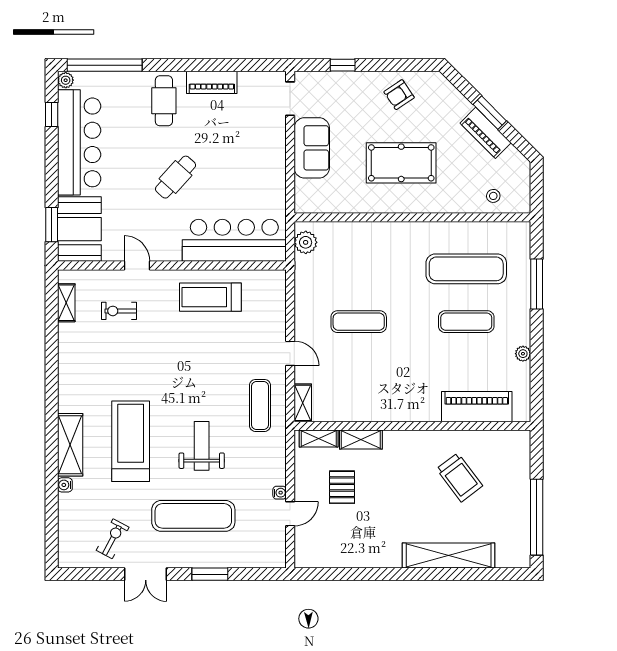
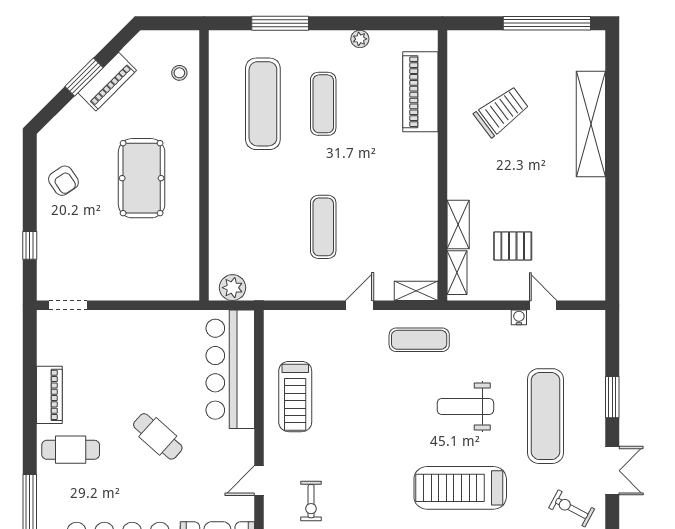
sofa: (312, 148) -> (124, 281), removed

